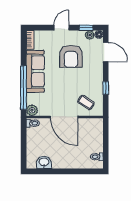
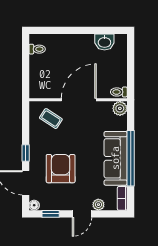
plant: (90, 35) -> (98, 205), moved
armchair: (71, 56) -> (61, 169), moved
window: (24, 88) -> (131, 158), moved
window: (106, 88) -> (26, 153), moved
door: (64, 117) -> (79, 100), hinge flipped

